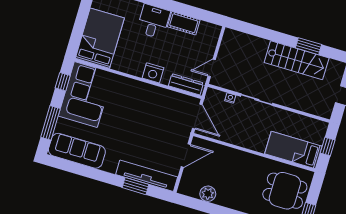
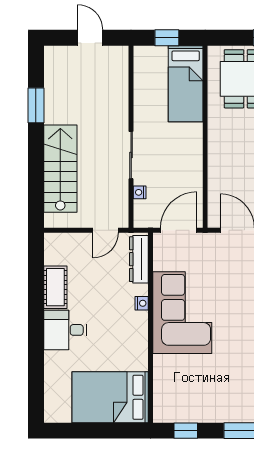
stairs: (297, 60) -> (60, 169), moved
door: (212, 68) -> (106, 230), hinge flipped
nightstand: (153, 73) -> (142, 303), width x0.53, depth x0.56
corner sofa: (86, 94) -> (182, 313), moved, turned 90

